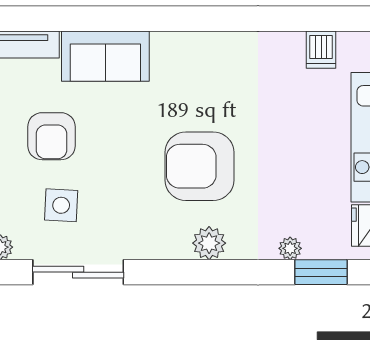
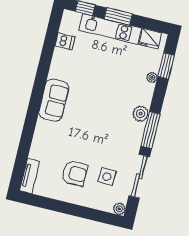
sofa: (105, 56) -> (54, 100), moved
armchair: (199, 166) -> (105, 109), removed
window: (180, 272) -> (150, 130), added

